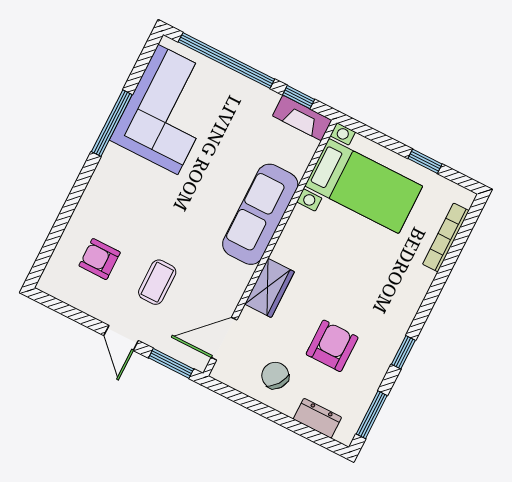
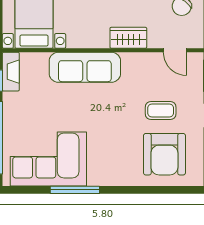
armchair: (100, 259) -> (164, 154), width x1.88, depth x1.88
door: (224, 339) -> (175, 50), width x0.73

